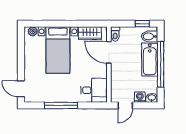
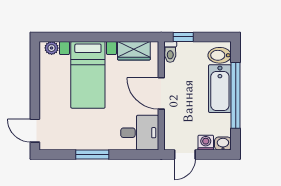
window: (142, 24) -> (183, 37), moved
door: (109, 52) -> (161, 93), moved
window: (61, 105) -> (92, 155), width x0.69

